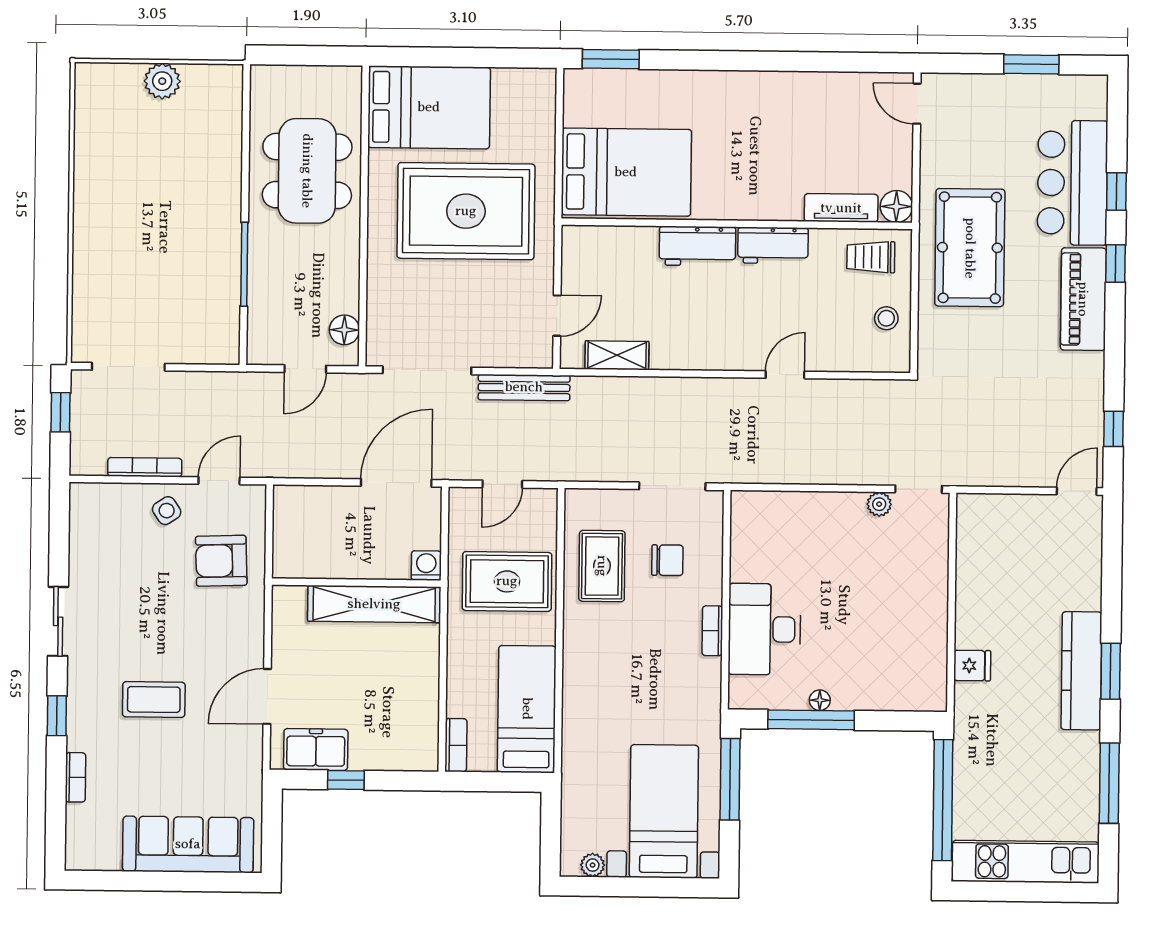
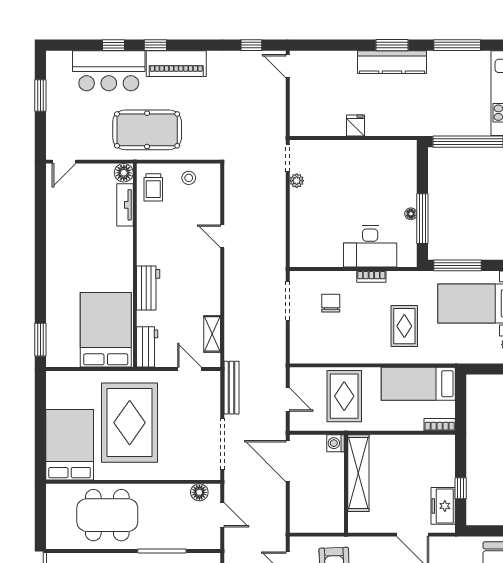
workbench: (773, 245) -> (147, 347), moved
rug: (602, 566) -> (404, 326), moved, turned 90
fridge: (972, 666) -> (355, 126), moved

